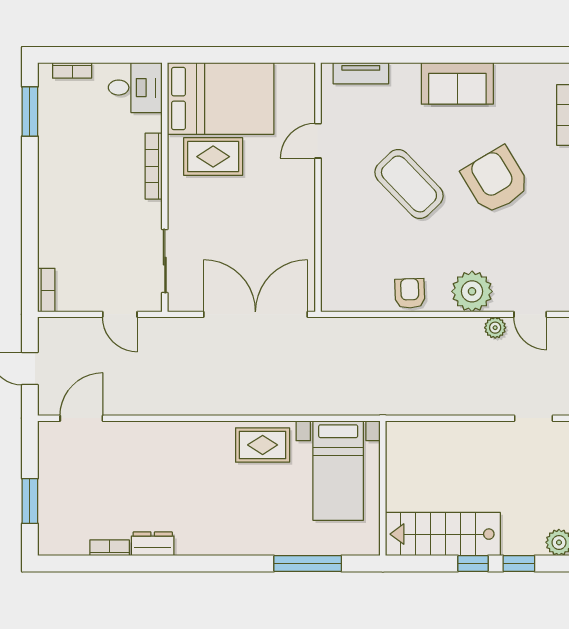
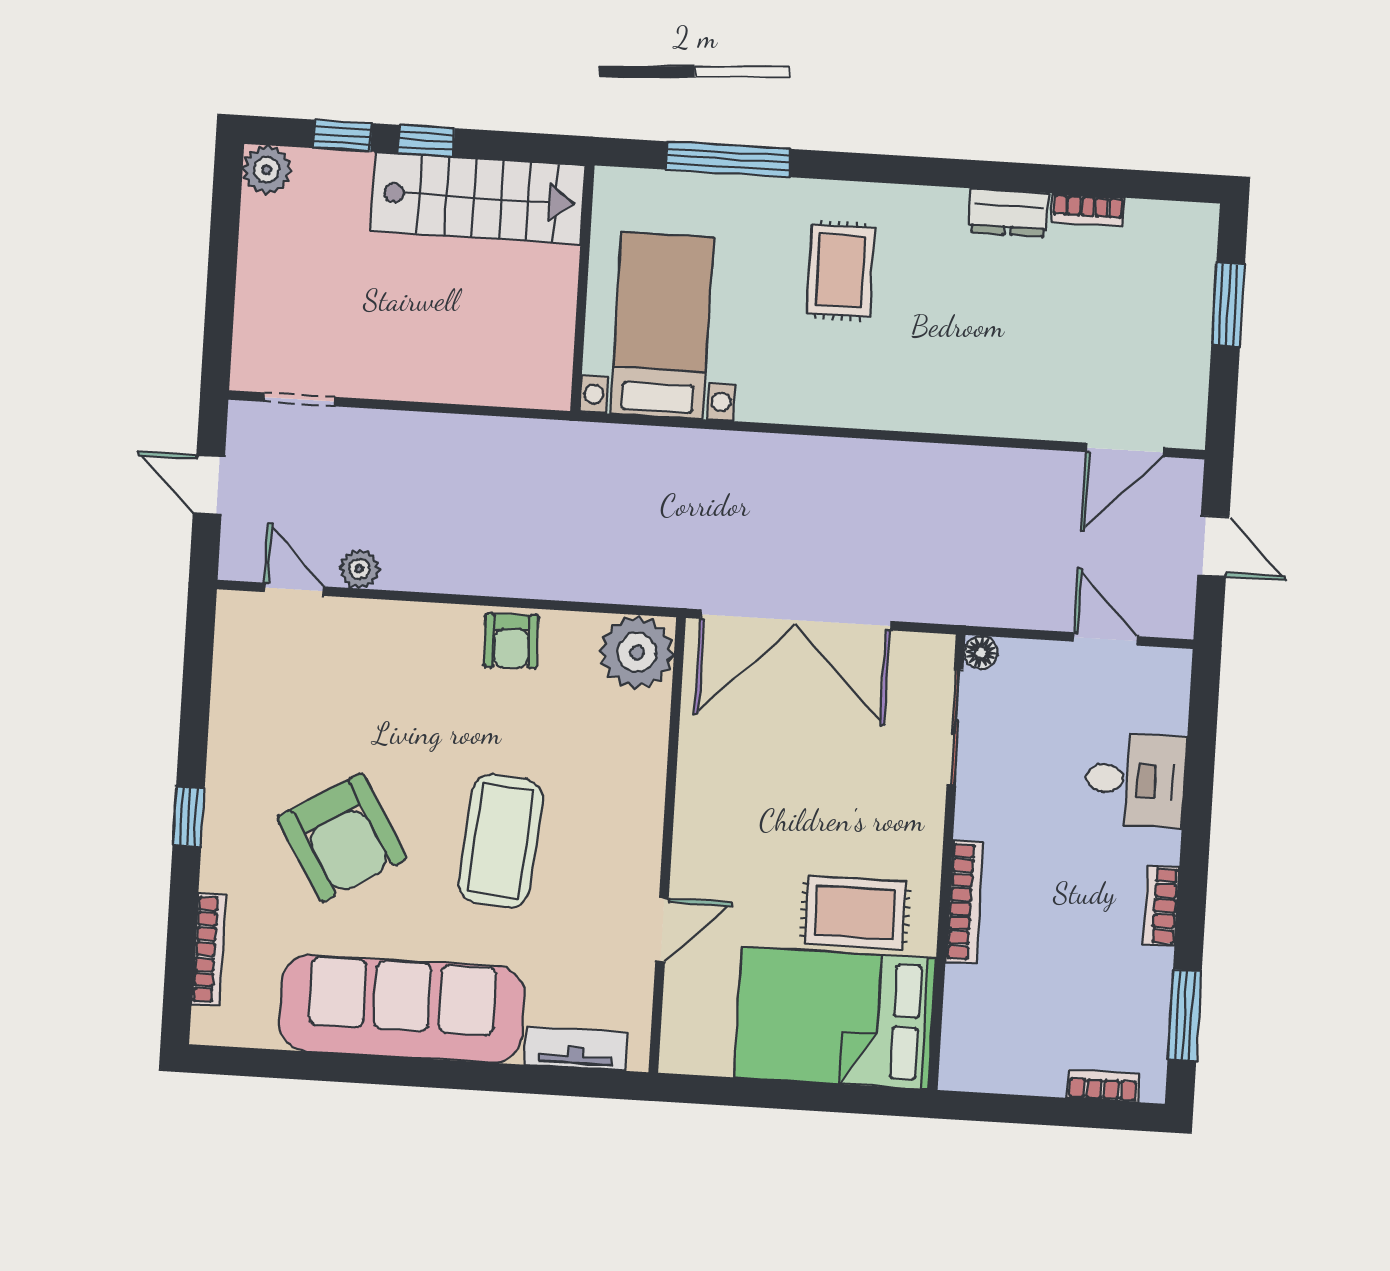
sofa: (457, 83) -> (402, 1009), width x1.85, depth x1.27
desk: (135, 88) -> (1135, 780), moved, turned 180
coffee table: (409, 184) -> (501, 841), turned 49
bookcase: (46, 290) -> (1161, 906), moved
plant: (472, 291) -> (637, 652), moved
floor lamp: (153, 303) -> (981, 653), added
door: (120, 314) -> (1105, 639), moved
rug: (263, 445) -> (840, 271), moved, turned 90

